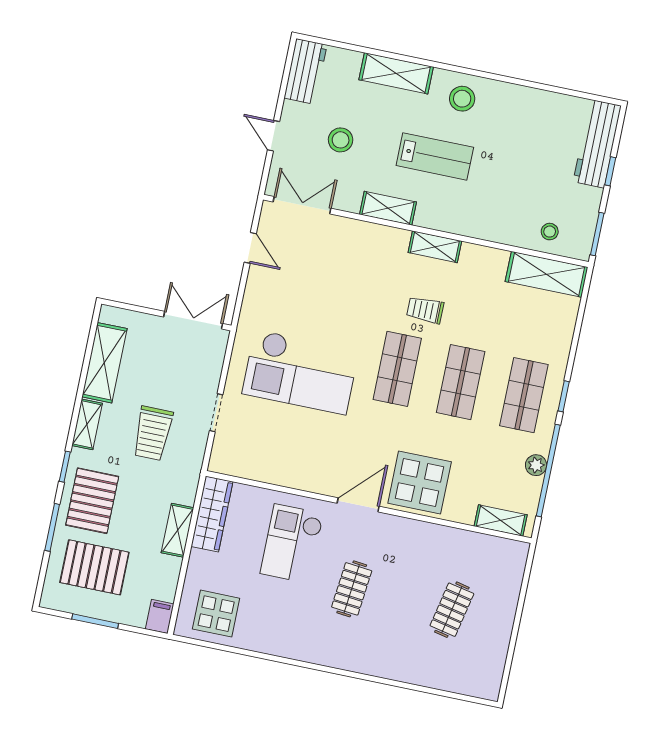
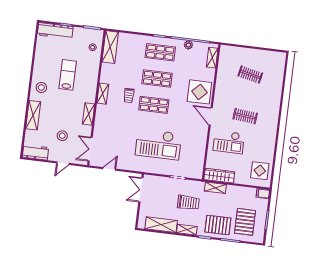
lab bench: (435, 156) -> (68, 75), moved
checkout: (300, 372) -> (158, 144), turned 90
shelving: (178, 530) -> (215, 188), moved

